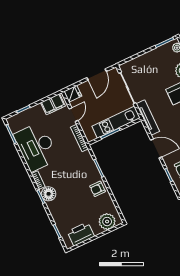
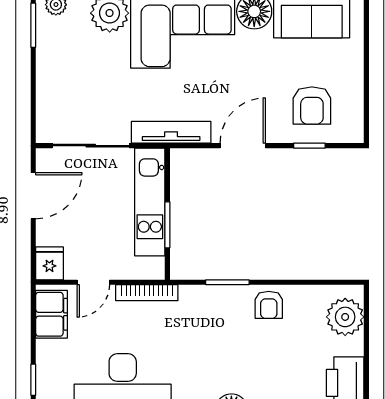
door: (97, 75) -> (33, 196), hinge flipped
door: (73, 115) -> (93, 282), swing flipped

